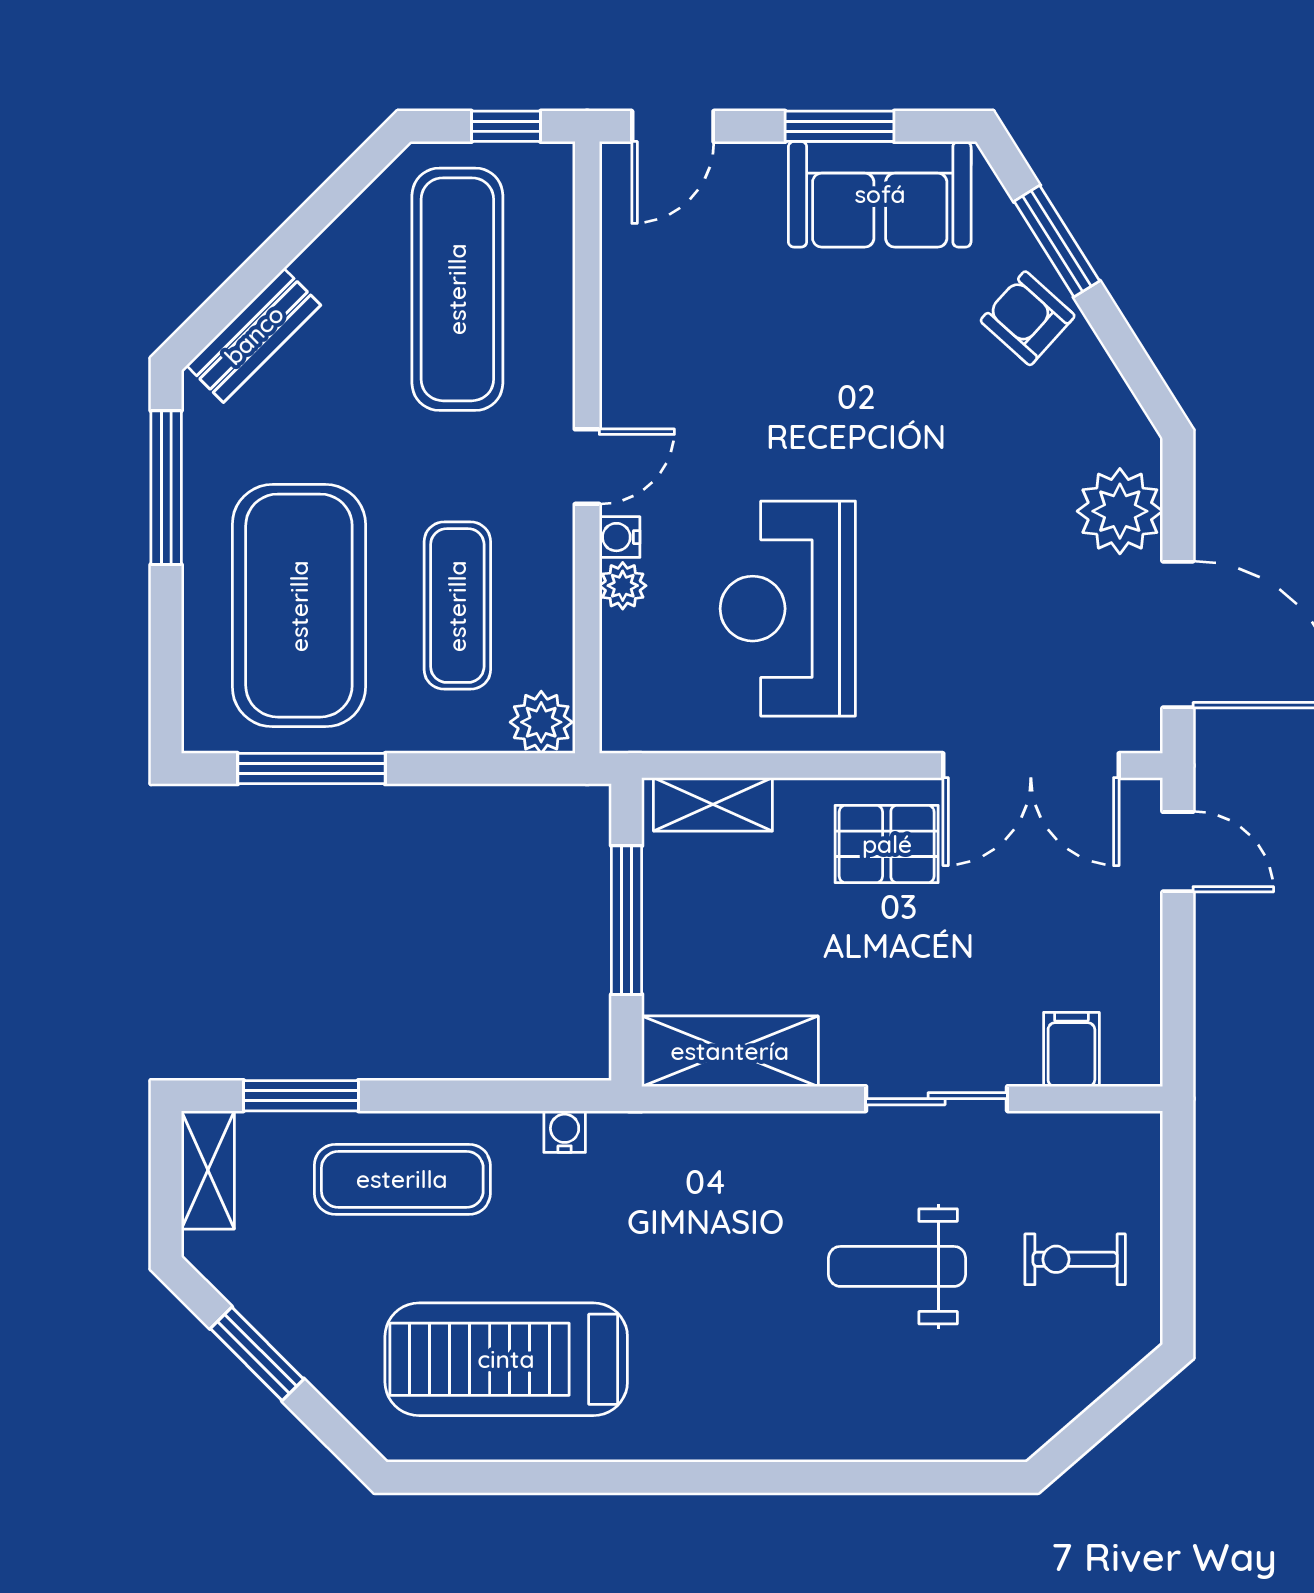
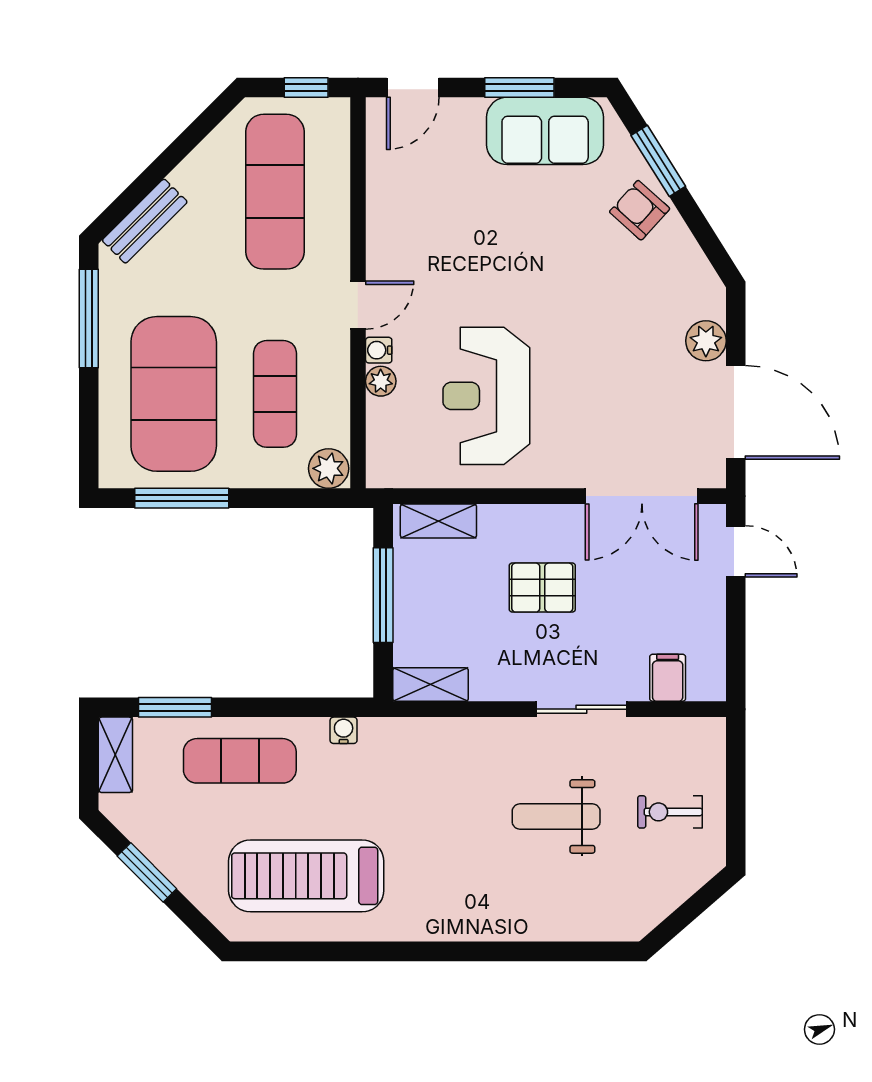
plant: (1120, 511) -> (706, 341), width x0.73, depth x0.73
pallet: (887, 844) -> (542, 588), moved
shelving: (730, 1051) -> (431, 685), width x0.67, depth x0.75

